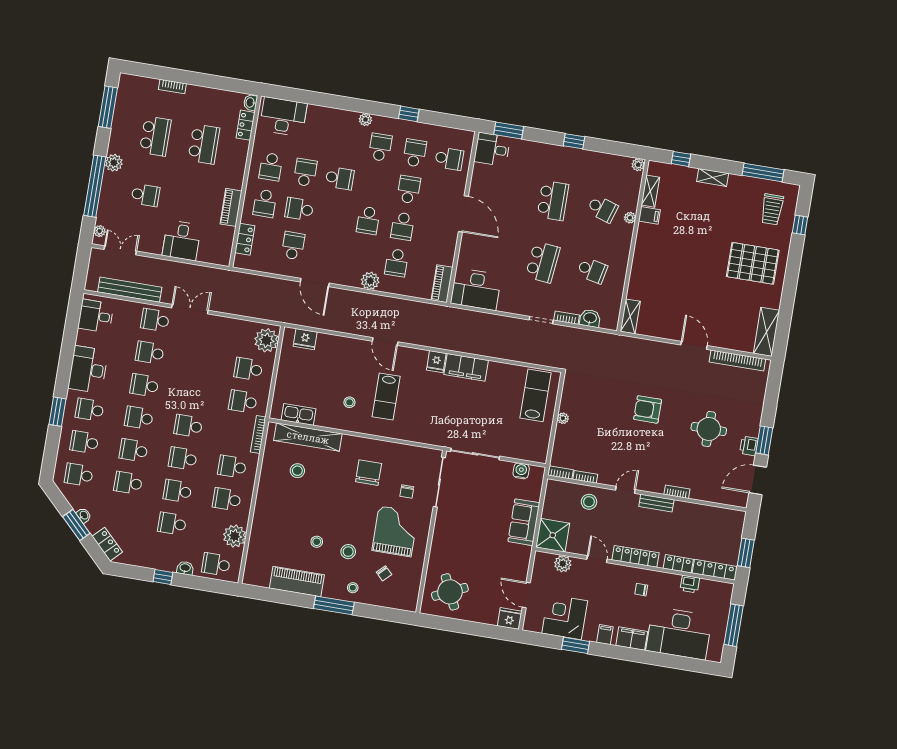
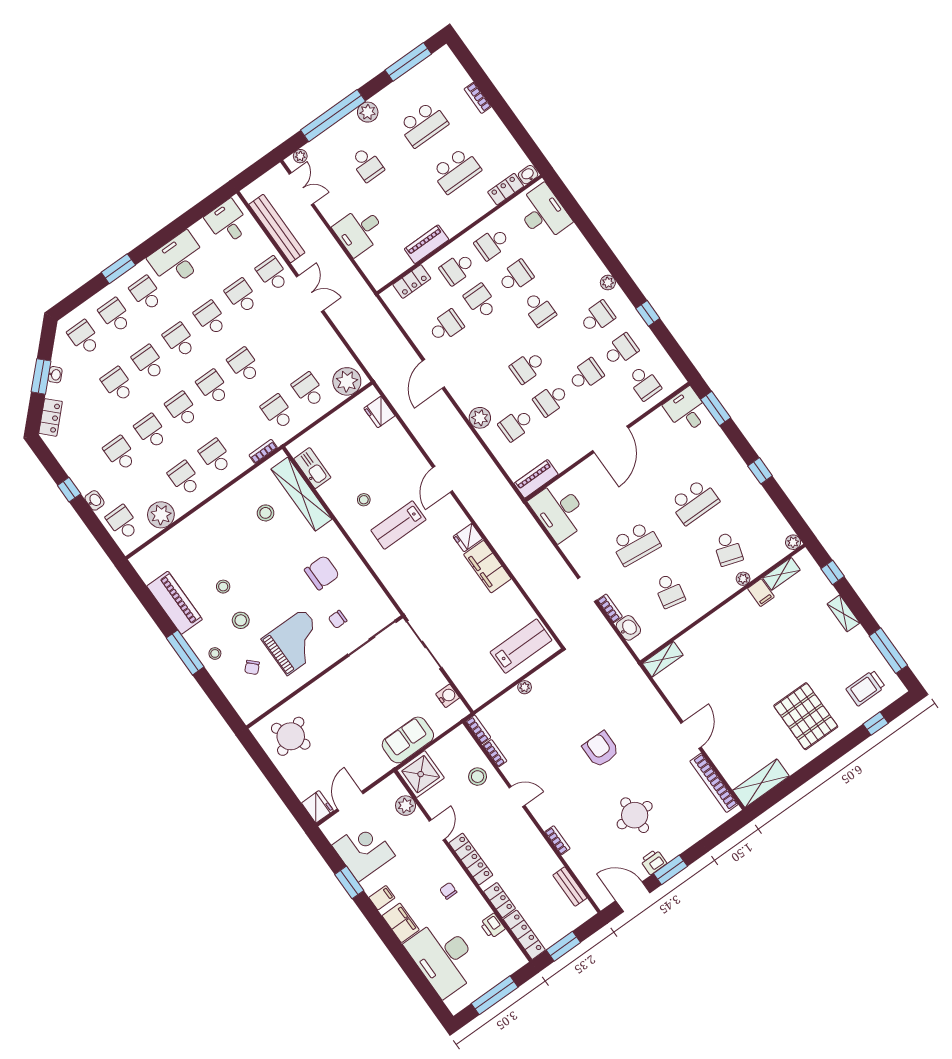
school desk: (194, 393) -> (244, 365), added
bookcase: (258, 434) -> (263, 451), width x0.64
bench: (656, 503) -> (570, 887), moved

